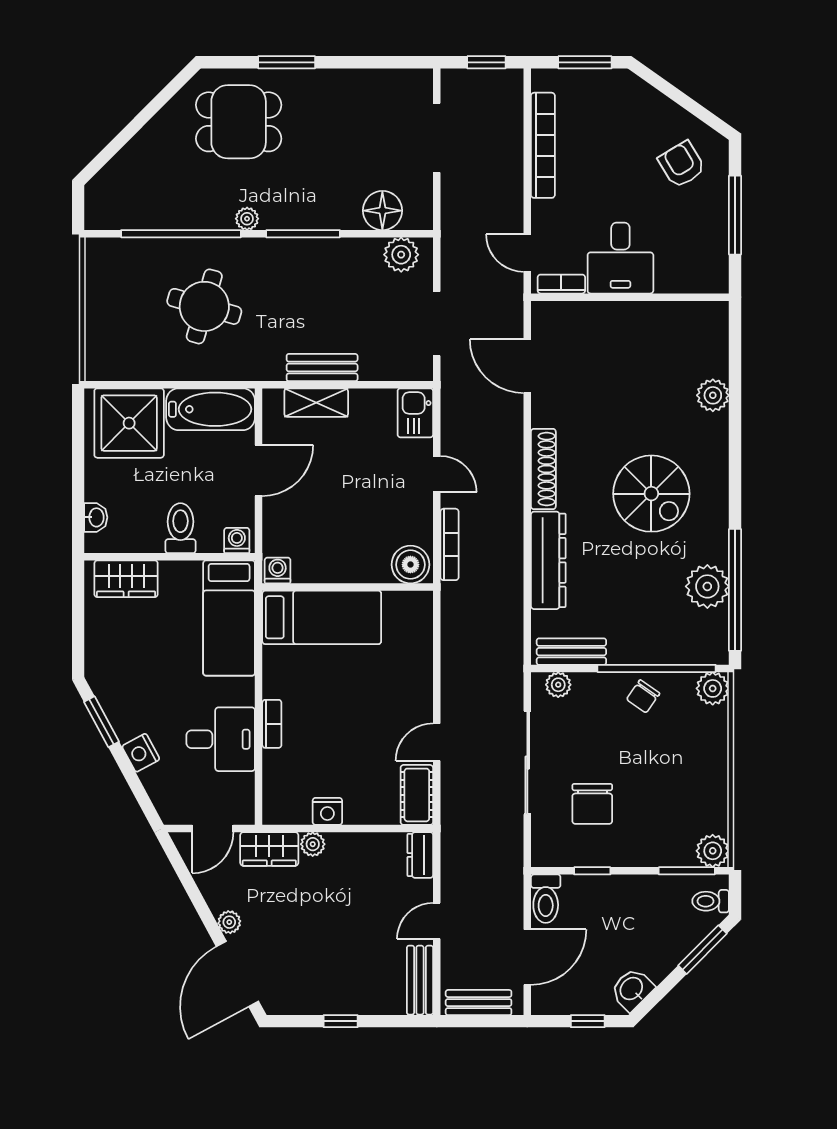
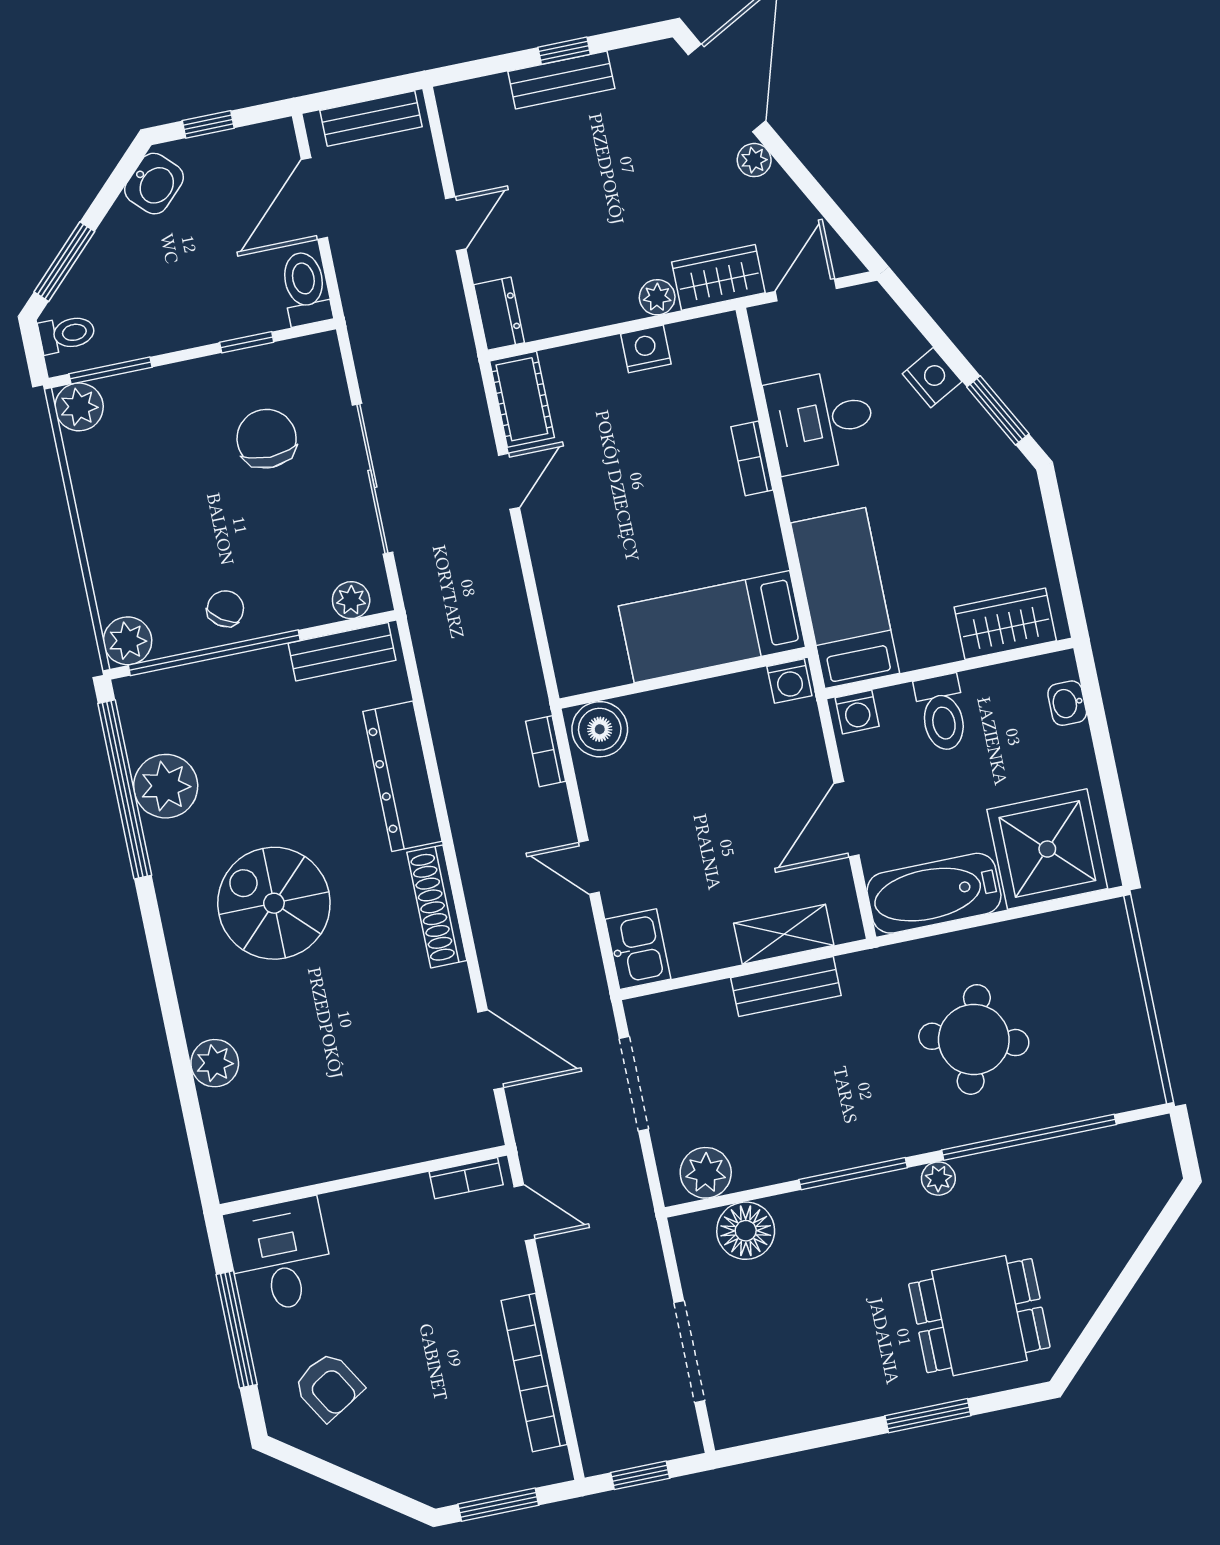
desk: (620, 258) -> (280, 1256), moved
bookcase: (449, 544) -> (546, 751), width x0.64
bench: (420, 980) -> (561, 80), moved, turned 90

